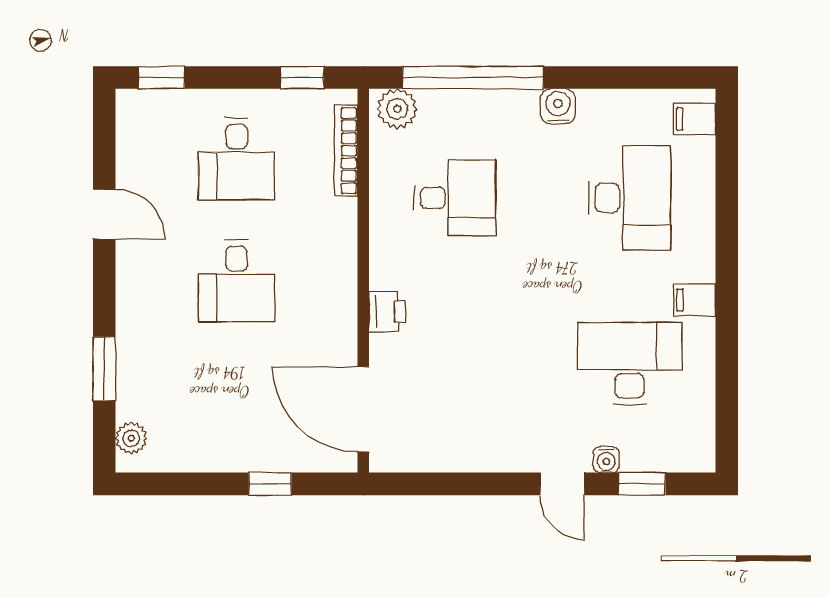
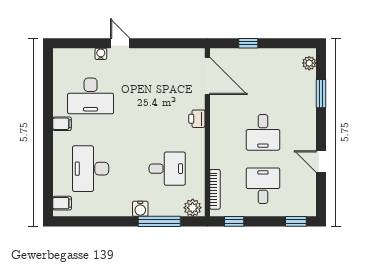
window: (473, 78) -> (159, 221), width x0.68
water cooler: (558, 106) -> (140, 209), moved
desk: (455, 198) -> (167, 169), turned 180
desk: (237, 281) -> (263, 132), turned 180
window: (642, 484) -> (85, 43), removed

